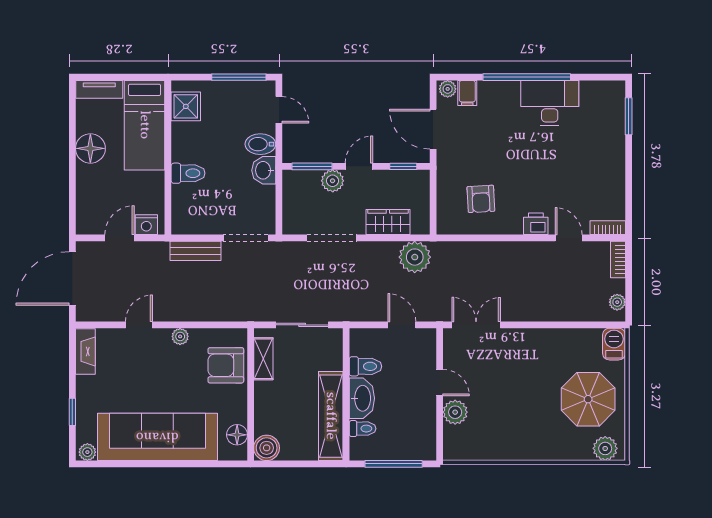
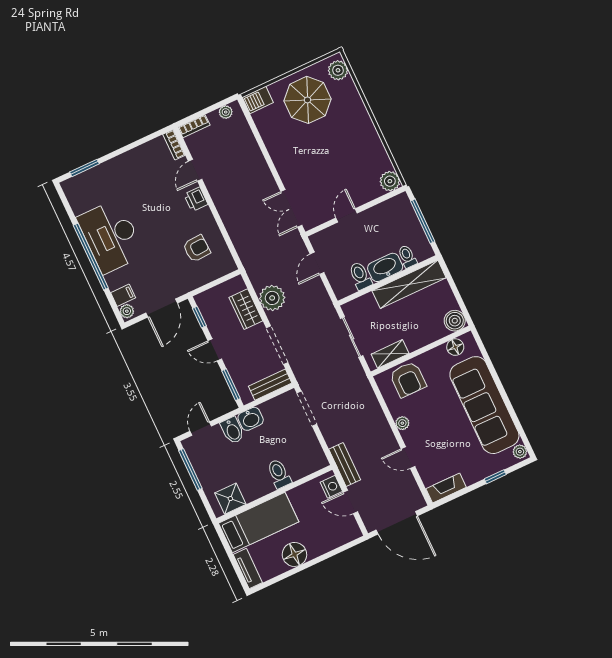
desk: (550, 103) -> (111, 236), width x1.36, depth x1.30
plant: (333, 181) -> (235, 364), removed
bench: (292, 210) -> (270, 385), added
bench: (196, 251) -> (345, 464), moved
plant: (415, 257) -> (272, 298), moved
plant: (455, 412) -> (390, 181), moved

